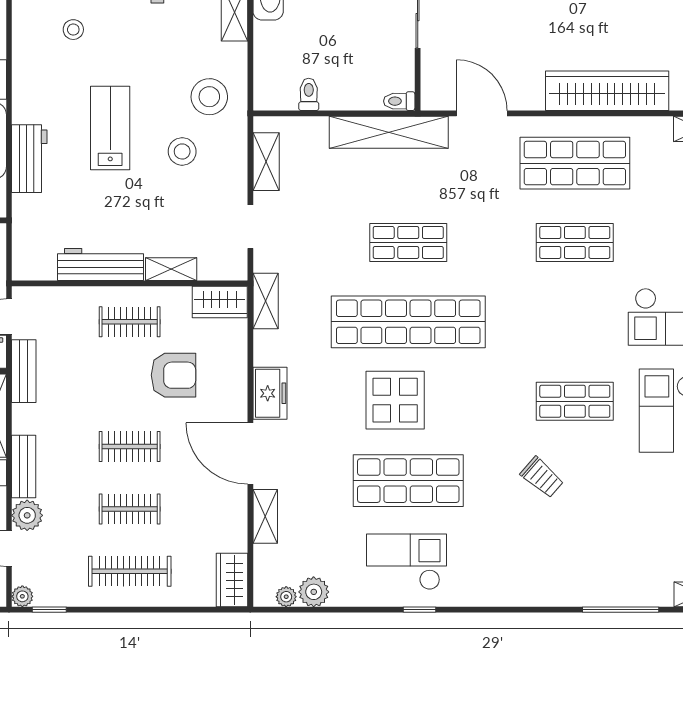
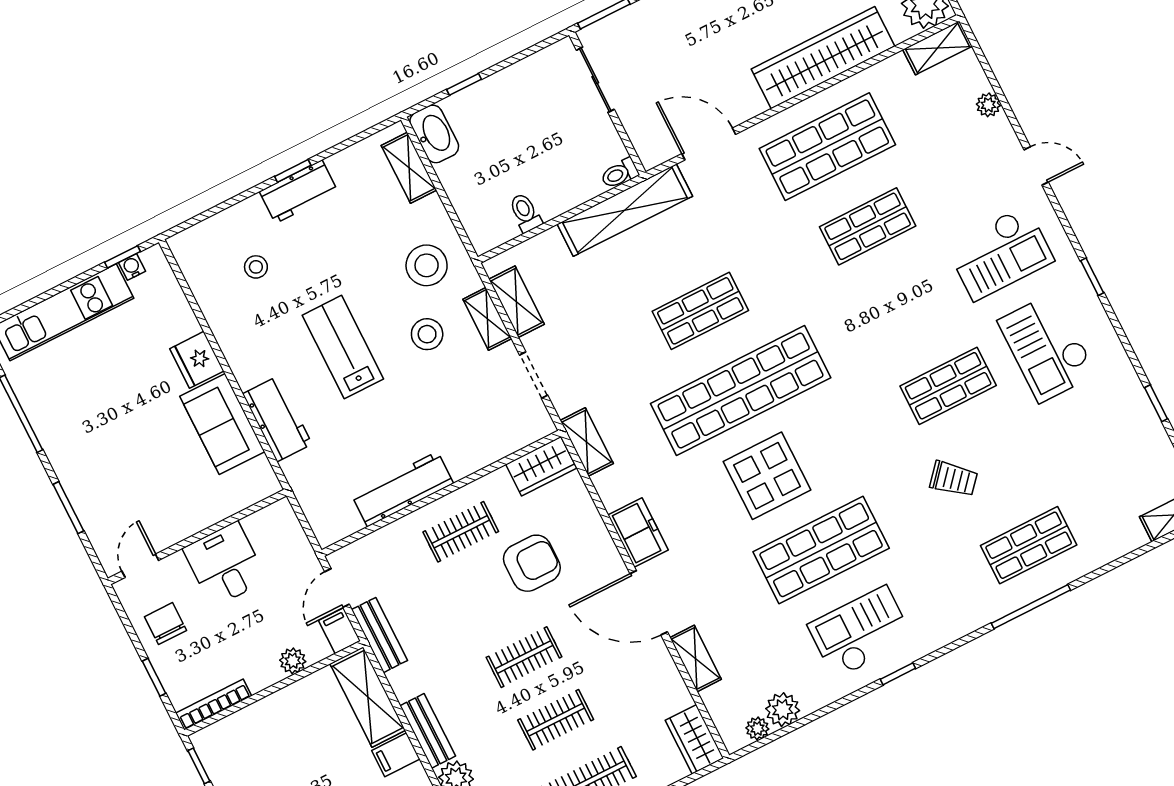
shelving: (171, 269) -> (487, 319), moved, turned 90
shop shelf: (575, 560) -> (1029, 545), added
window: (621, 610) -> (1031, 607), moved

